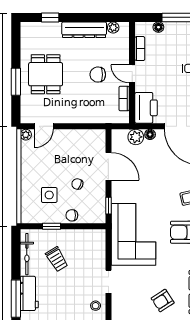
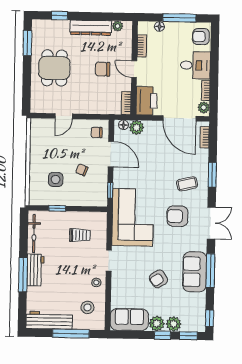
window: (16, 82) -> (27, 43), moved
bookcase: (124, 99) -> (126, 103), moved
door: (44, 126) -> (64, 116), moved
floor lamp: (150, 134) -> (123, 125), moved
plant: (26, 135) -> (35, 123), removed
chair: (72, 215) -> (97, 132), moved
trolley: (57, 259) -> (80, 235), moved, turned -59

